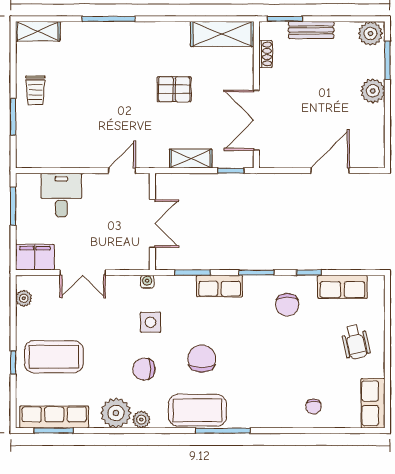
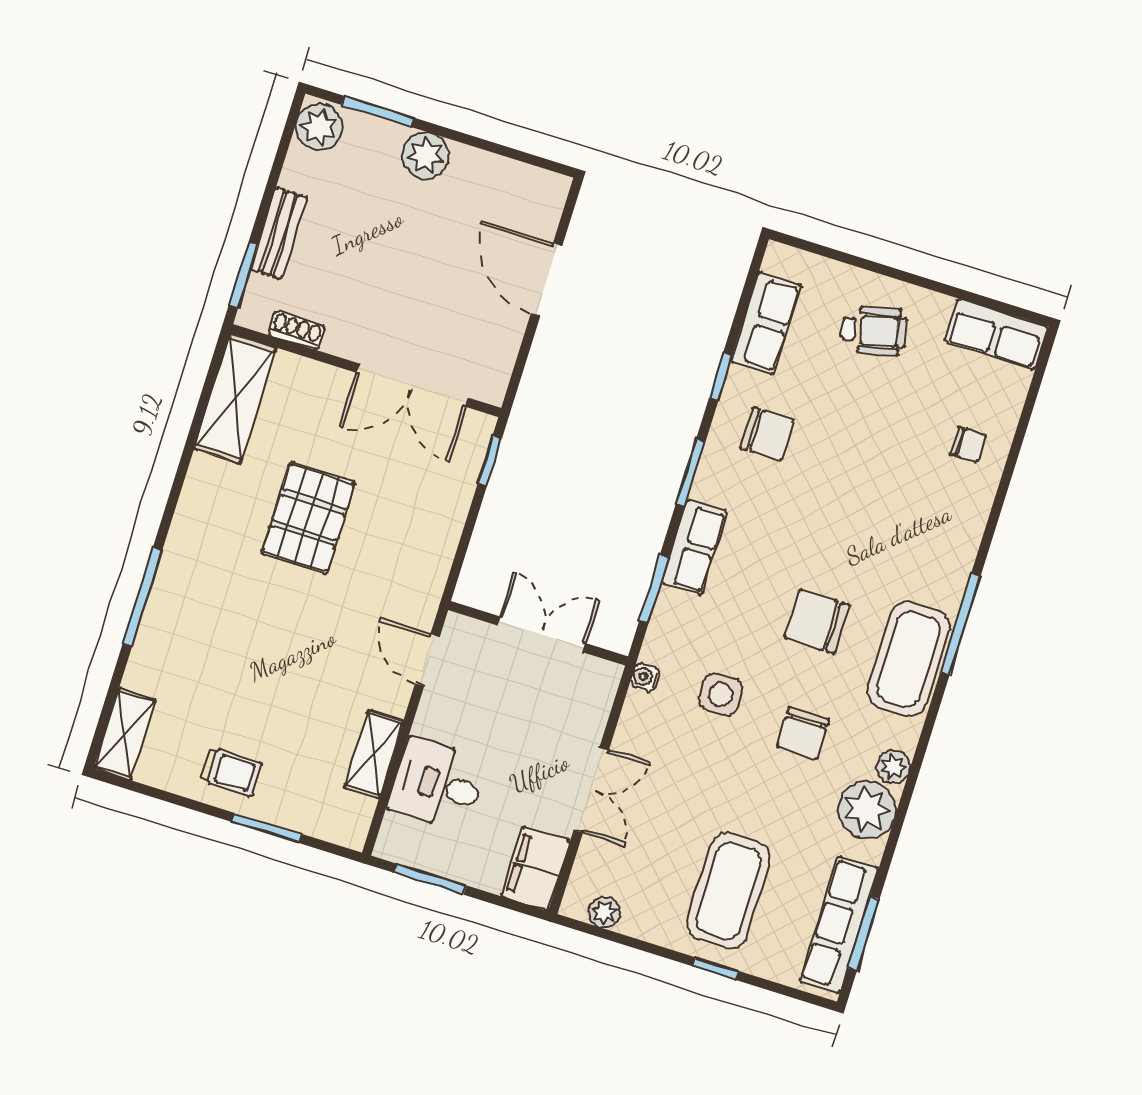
pallet: (174, 89) -> (309, 518), width x1.50, depth x1.42
shelving: (191, 159) -> (374, 754), moved

